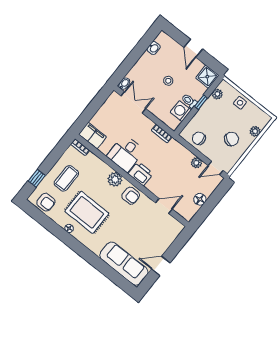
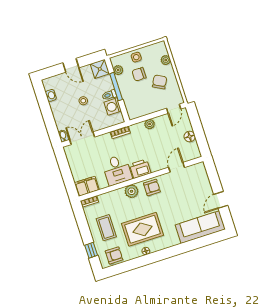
window: (201, 102) -> (116, 87), width x2.17
chair: (199, 138) -> (139, 74), moved
plant: (196, 163) -> (150, 124), moved

